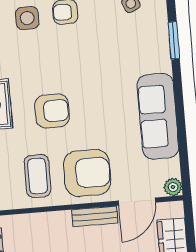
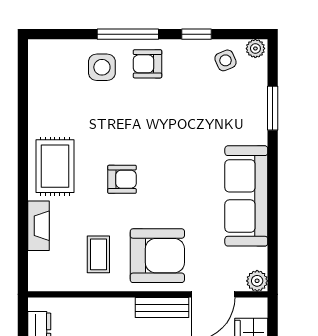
armchair: (52, 111) -> (122, 179), width x0.72, depth x0.72
coffee table: (38, 176) -> (98, 254), width x0.73, depth x0.77

